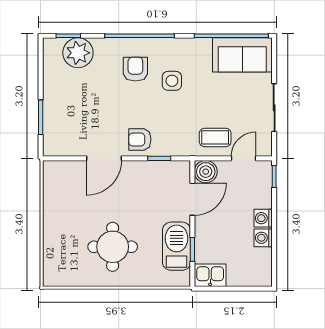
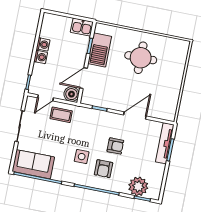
tv unit: (51, 126) -> (165, 143), added
armchair: (140, 139) -> (115, 146), moved

